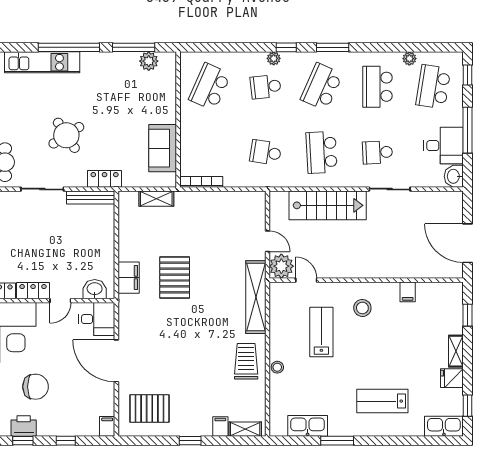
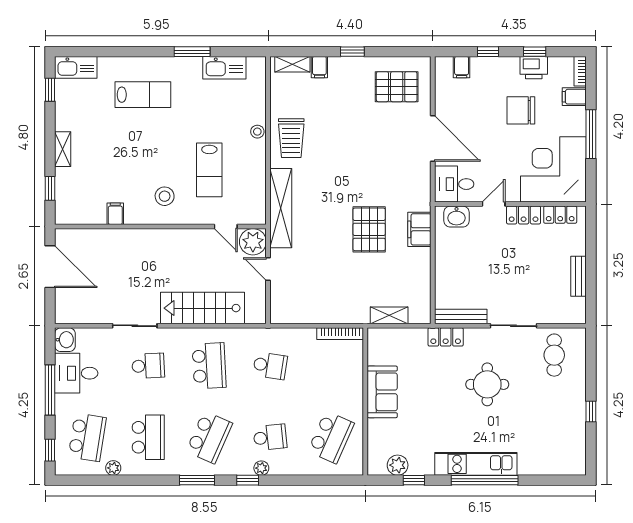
window: (134, 47) -> (414, 480), width x0.46
kitchen unit: (42, 62) -> (476, 464), moved
round table: (66, 135) -> (487, 384), turned 33
sofa: (163, 148) -> (382, 392), moved
fridge: (452, 378) -> (67, 120), removed
filing cabinet: (107, 426) -> (462, 67), moved

